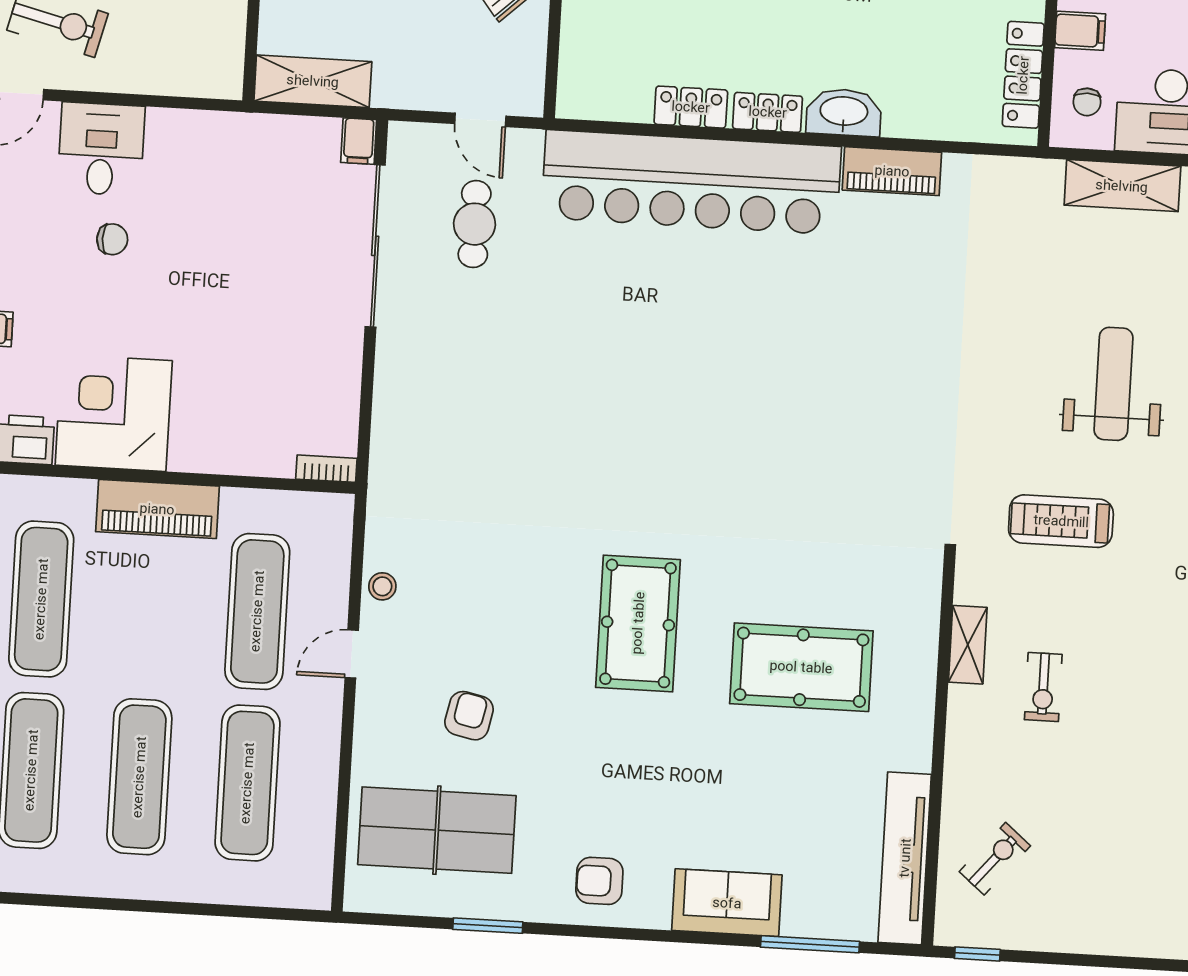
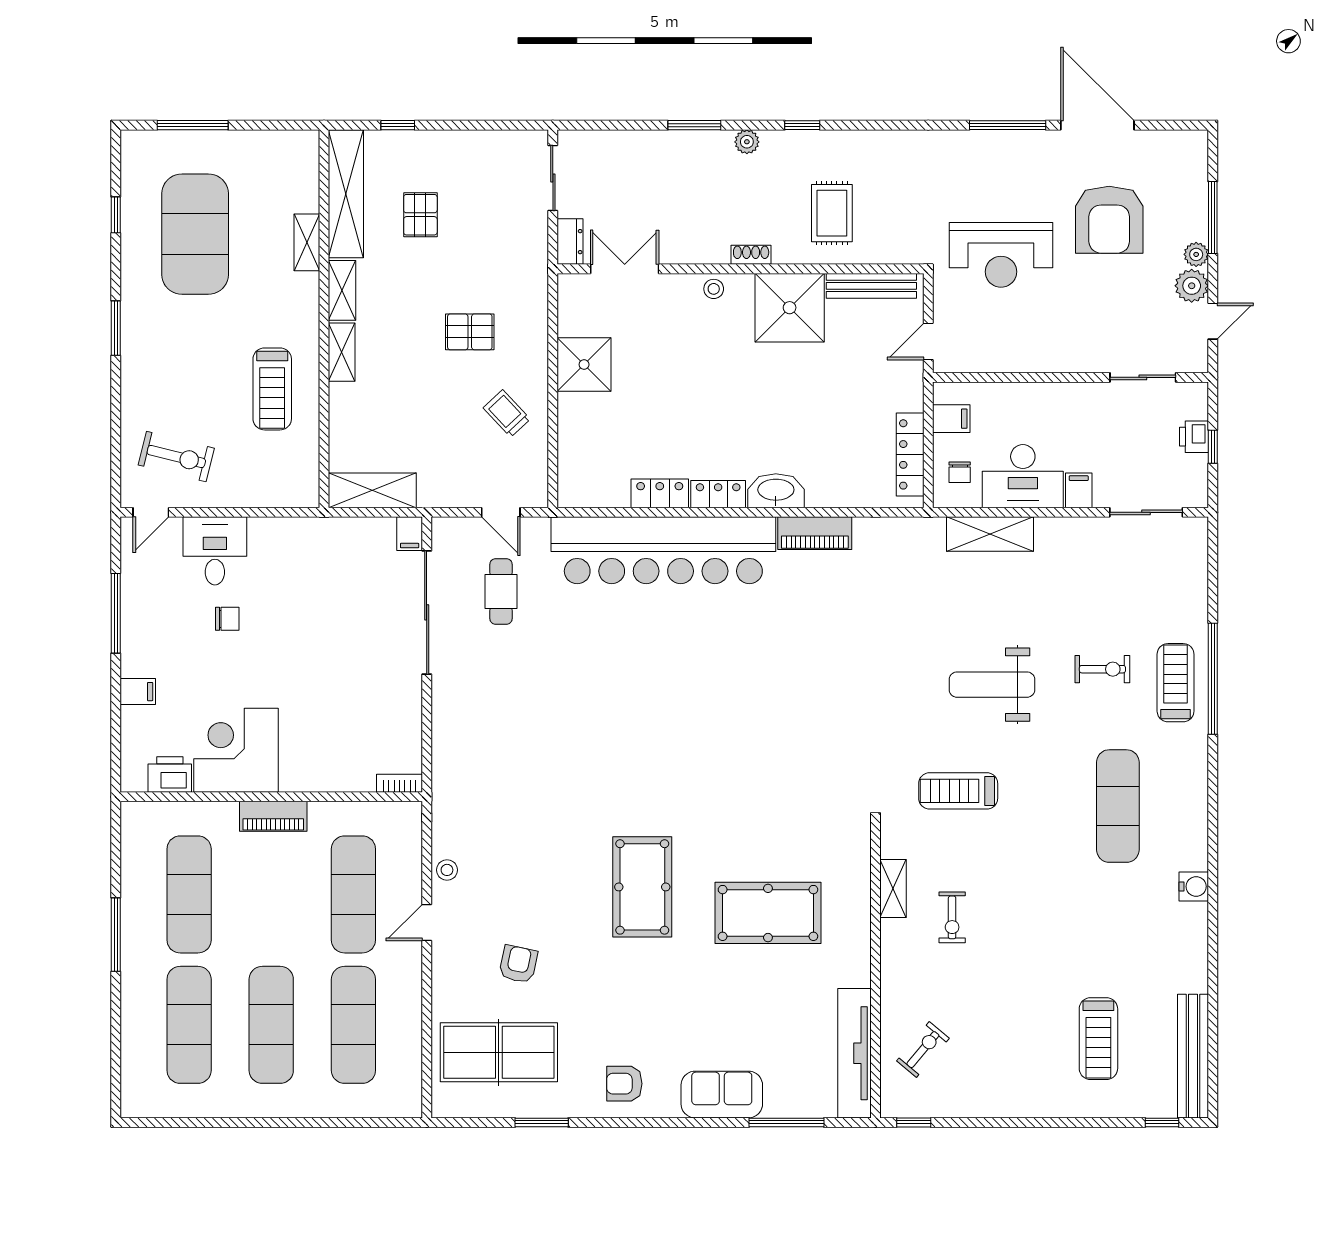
weight bench: (1113, 384) -> (992, 685), turned -90
piano: (157, 509) -> (273, 816), width x0.73, depth x0.75

